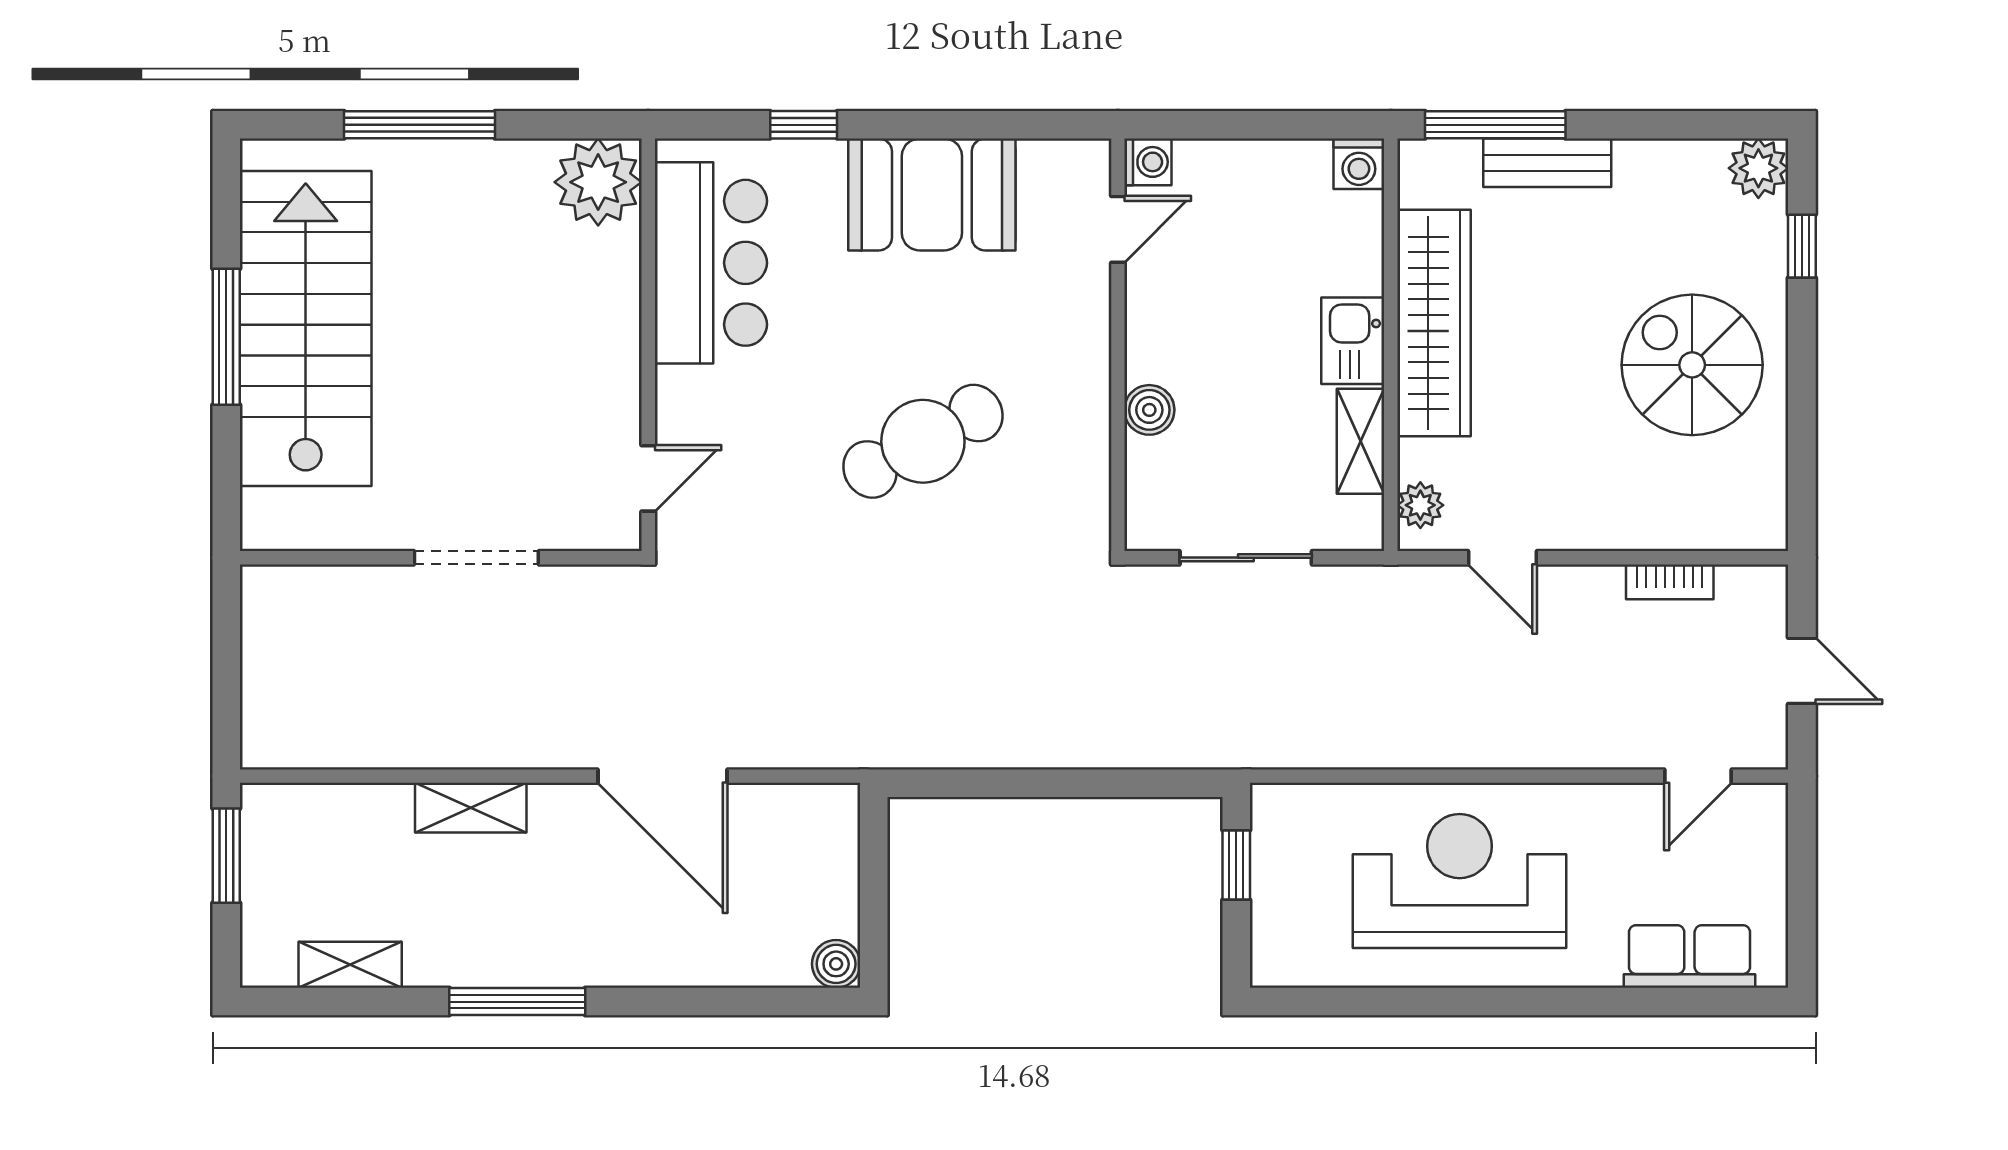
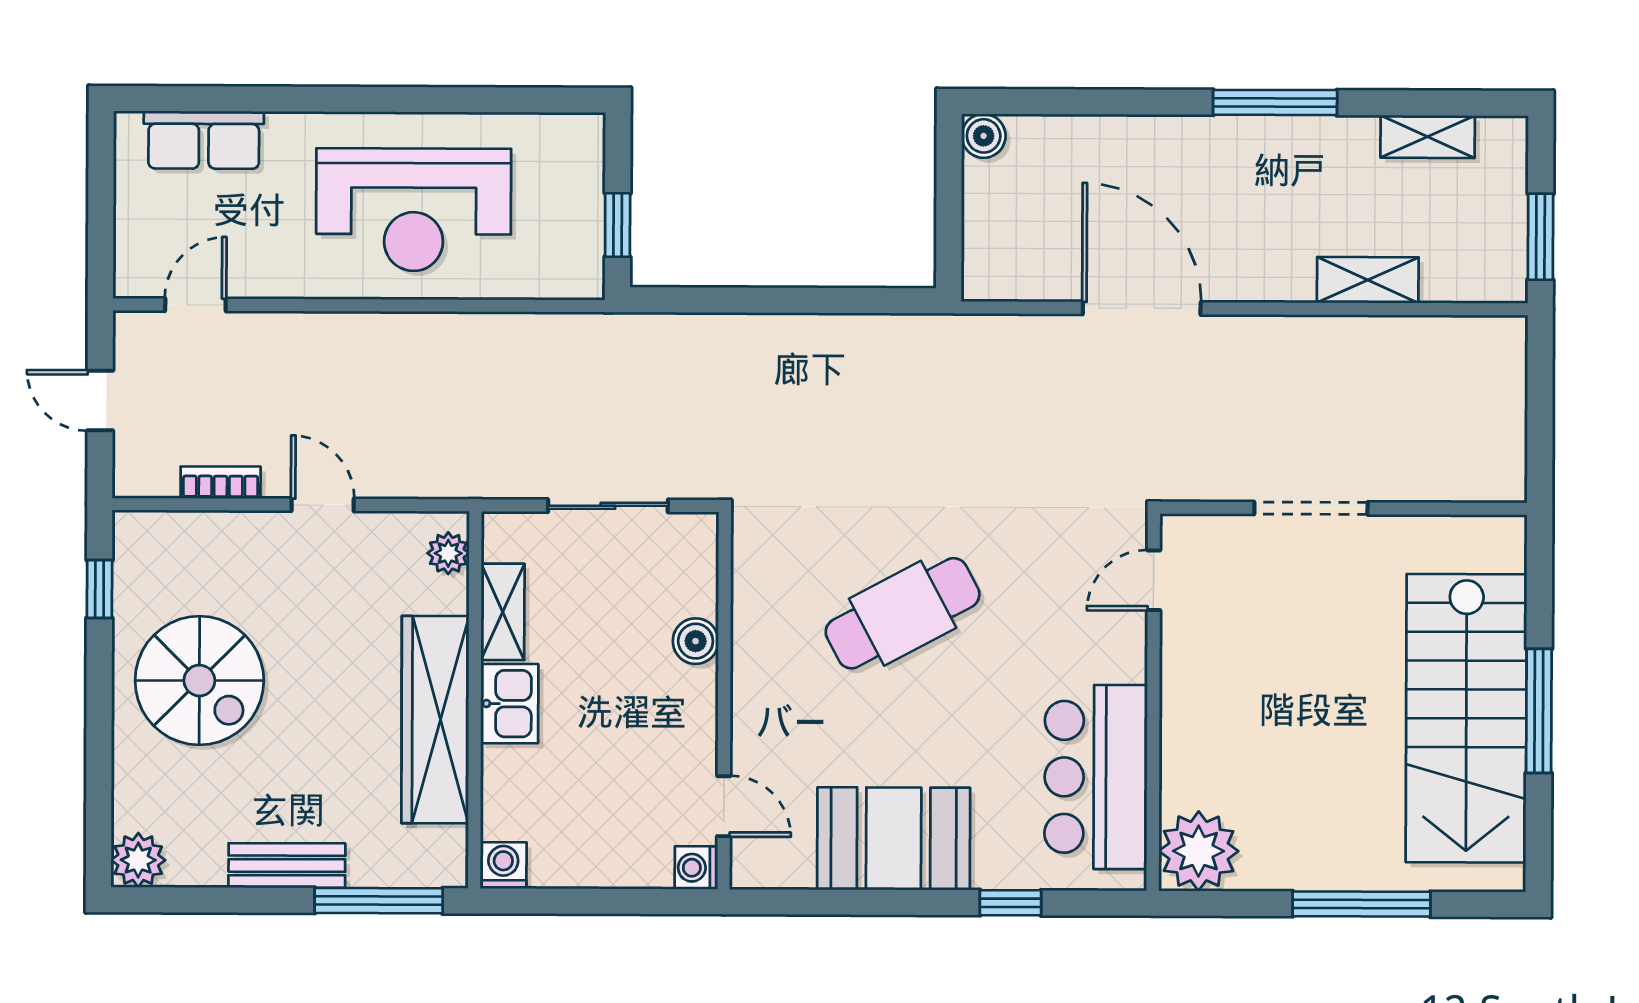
bench: (1547, 163) -> (287, 865), moved
door: (1118, 229) -> (724, 806), swing flipped
window: (1802, 246) -> (99, 589), moved
door: (1502, 558) -> (323, 505), moved
shelving: (471, 808) -> (1368, 280), moved

